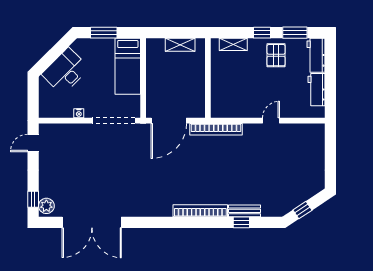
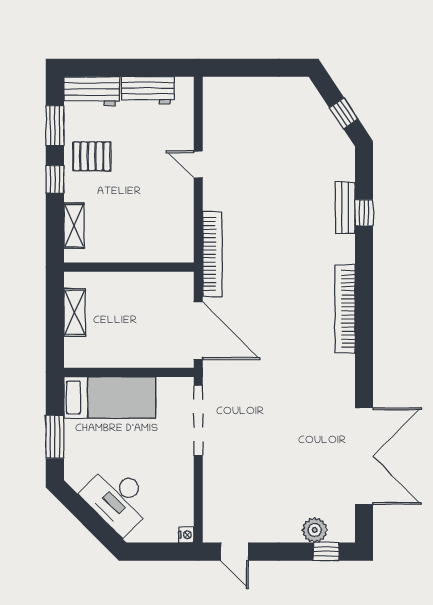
nightstand: (79, 113) -> (186, 535), moved
plant: (46, 206) -> (315, 530), moved
bookcase: (200, 211) -> (345, 309), moved

